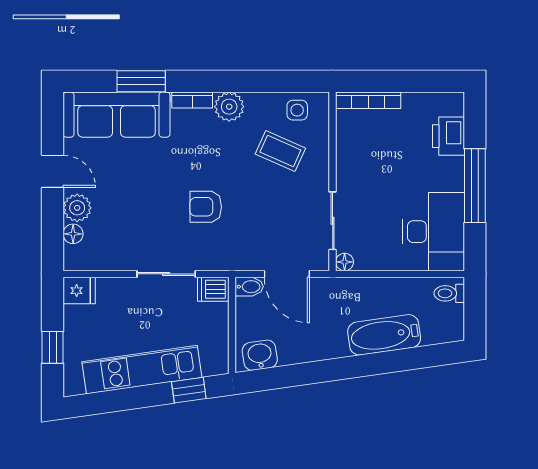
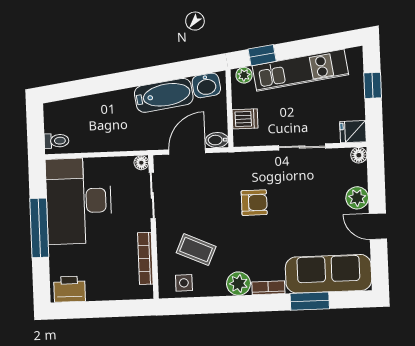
bookcase: (368, 100) -> (145, 258), moved, turned -90
printer: (448, 136) -> (69, 289), moved, turned -90
desk: (434, 232) -> (79, 201), width x1.36, depth x1.30
floor lamp: (73, 234) -> (359, 155), moved
sliding door: (166, 274) -> (302, 147), moved
door: (287, 274) -> (187, 151), hinge flipped
dishwasher: (213, 289) -> (245, 119), moved
bathtub: (384, 335) -> (164, 95), moved
plant: (212, 366) -> (244, 75), added

